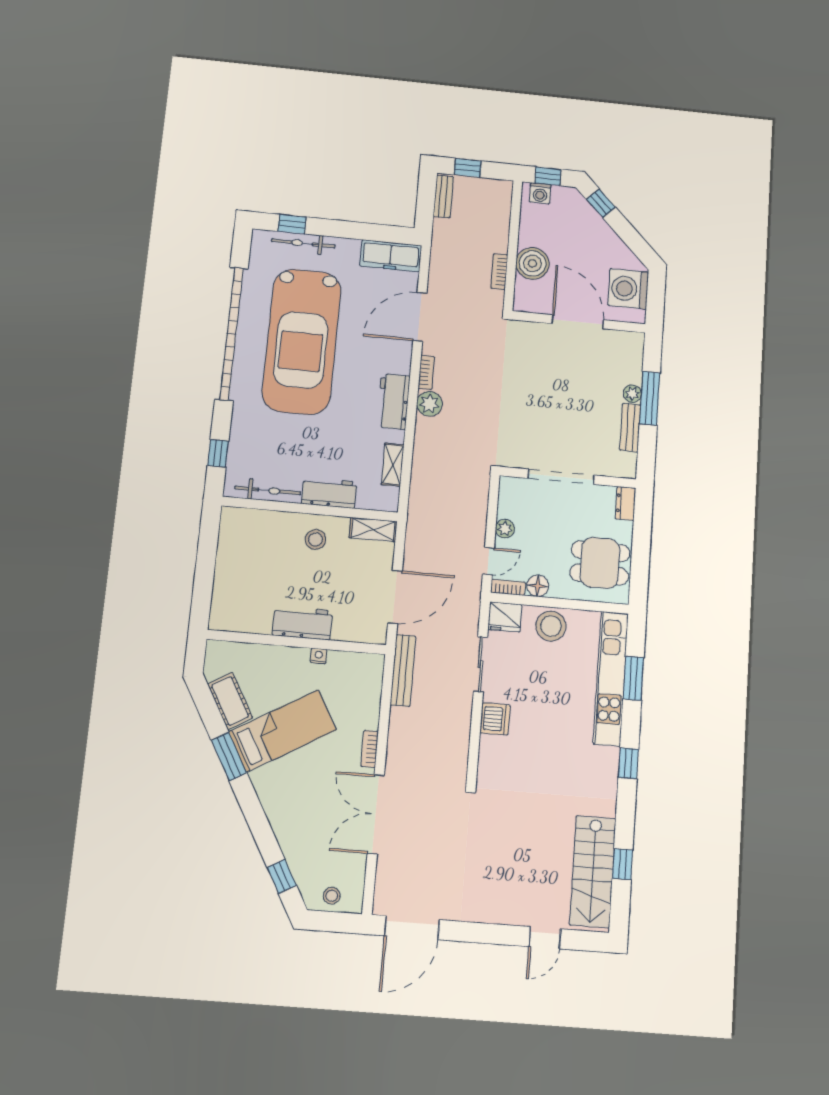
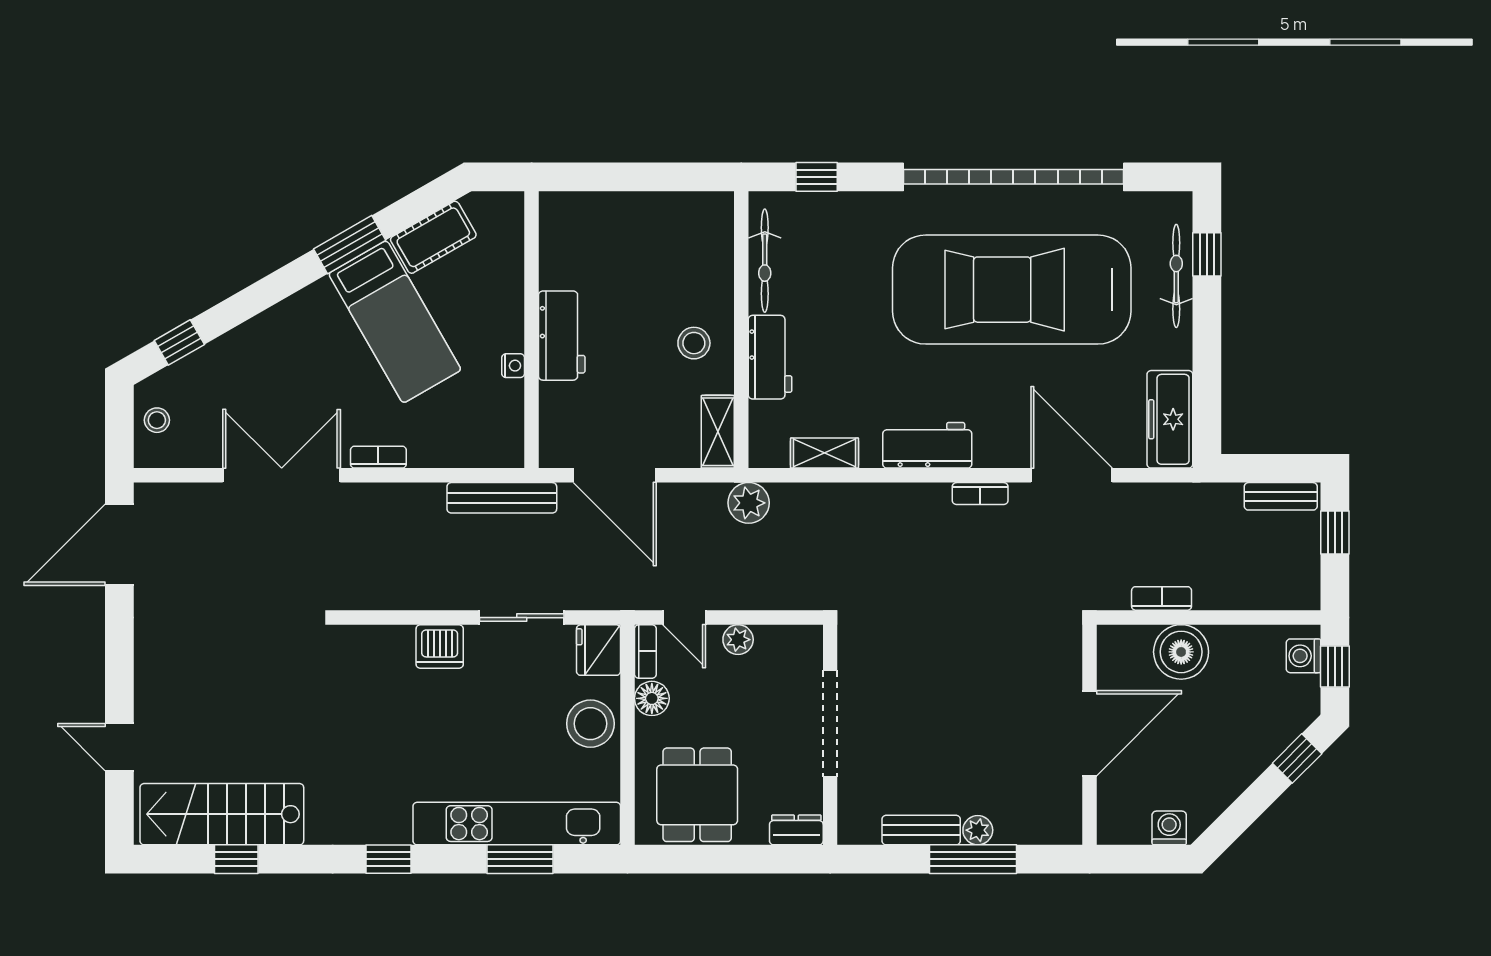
washing machine: (628, 289) -> (1169, 828), width x0.53, depth x0.53
plant: (429, 404) -> (749, 503), moved
door: (412, 928) -> (119, 545), hinge flipped

